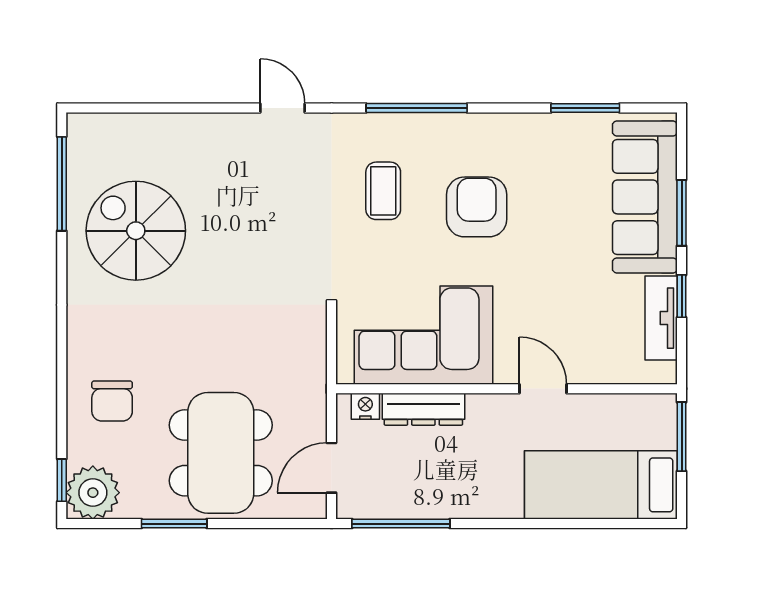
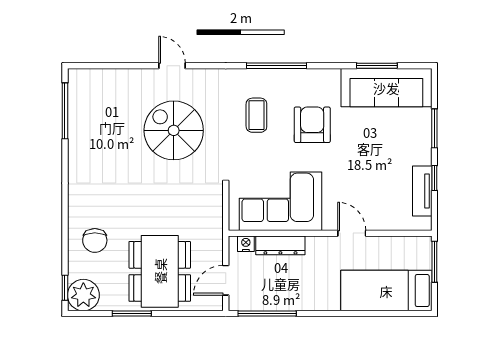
door: (283, 108) -> (172, 66), moved
sofa: (645, 197) -> (386, 88), moved, turned -90
spiral stairs: (136, 231) -> (174, 130), moved

